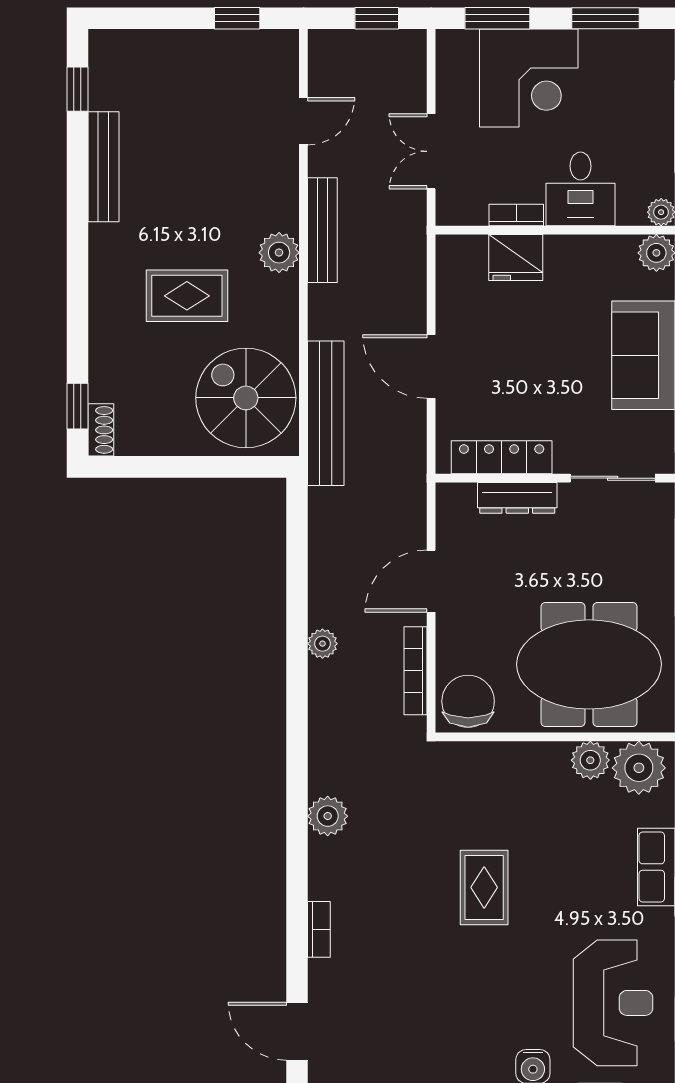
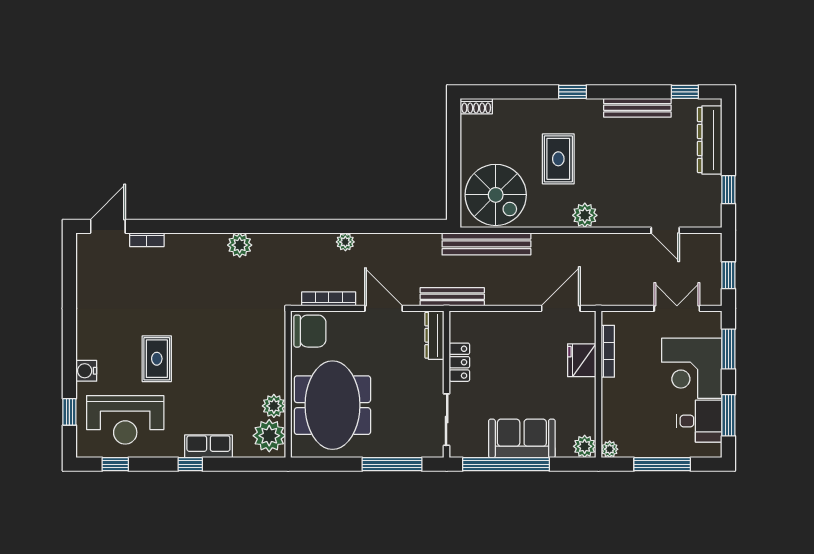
dresser: (156, 49) -> (710, 140), added
double door: (431, 151) -> (677, 308), moved
desk: (580, 189) -> (699, 421), moved, turned 180
bookcase: (516, 215) -> (608, 351), width x1.56
bench: (322, 230) -> (452, 297), moved
door: (431, 367) -> (561, 308), moved
spiral stairs: (246, 398) -> (496, 195), turned 90
window: (77, 406) -> (572, 92), moved
locker: (502, 457) -> (459, 362), width x0.66
dresser: (517, 498) -> (434, 335), moved
rug: (484, 887) -> (157, 359), moved, turned 90
bookcase: (319, 929) -> (147, 240), moved

